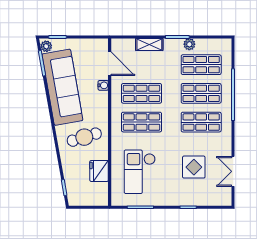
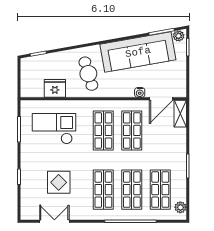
shelving: (149, 44) -> (180, 114), moved
plant: (189, 44) -> (180, 207), moved

